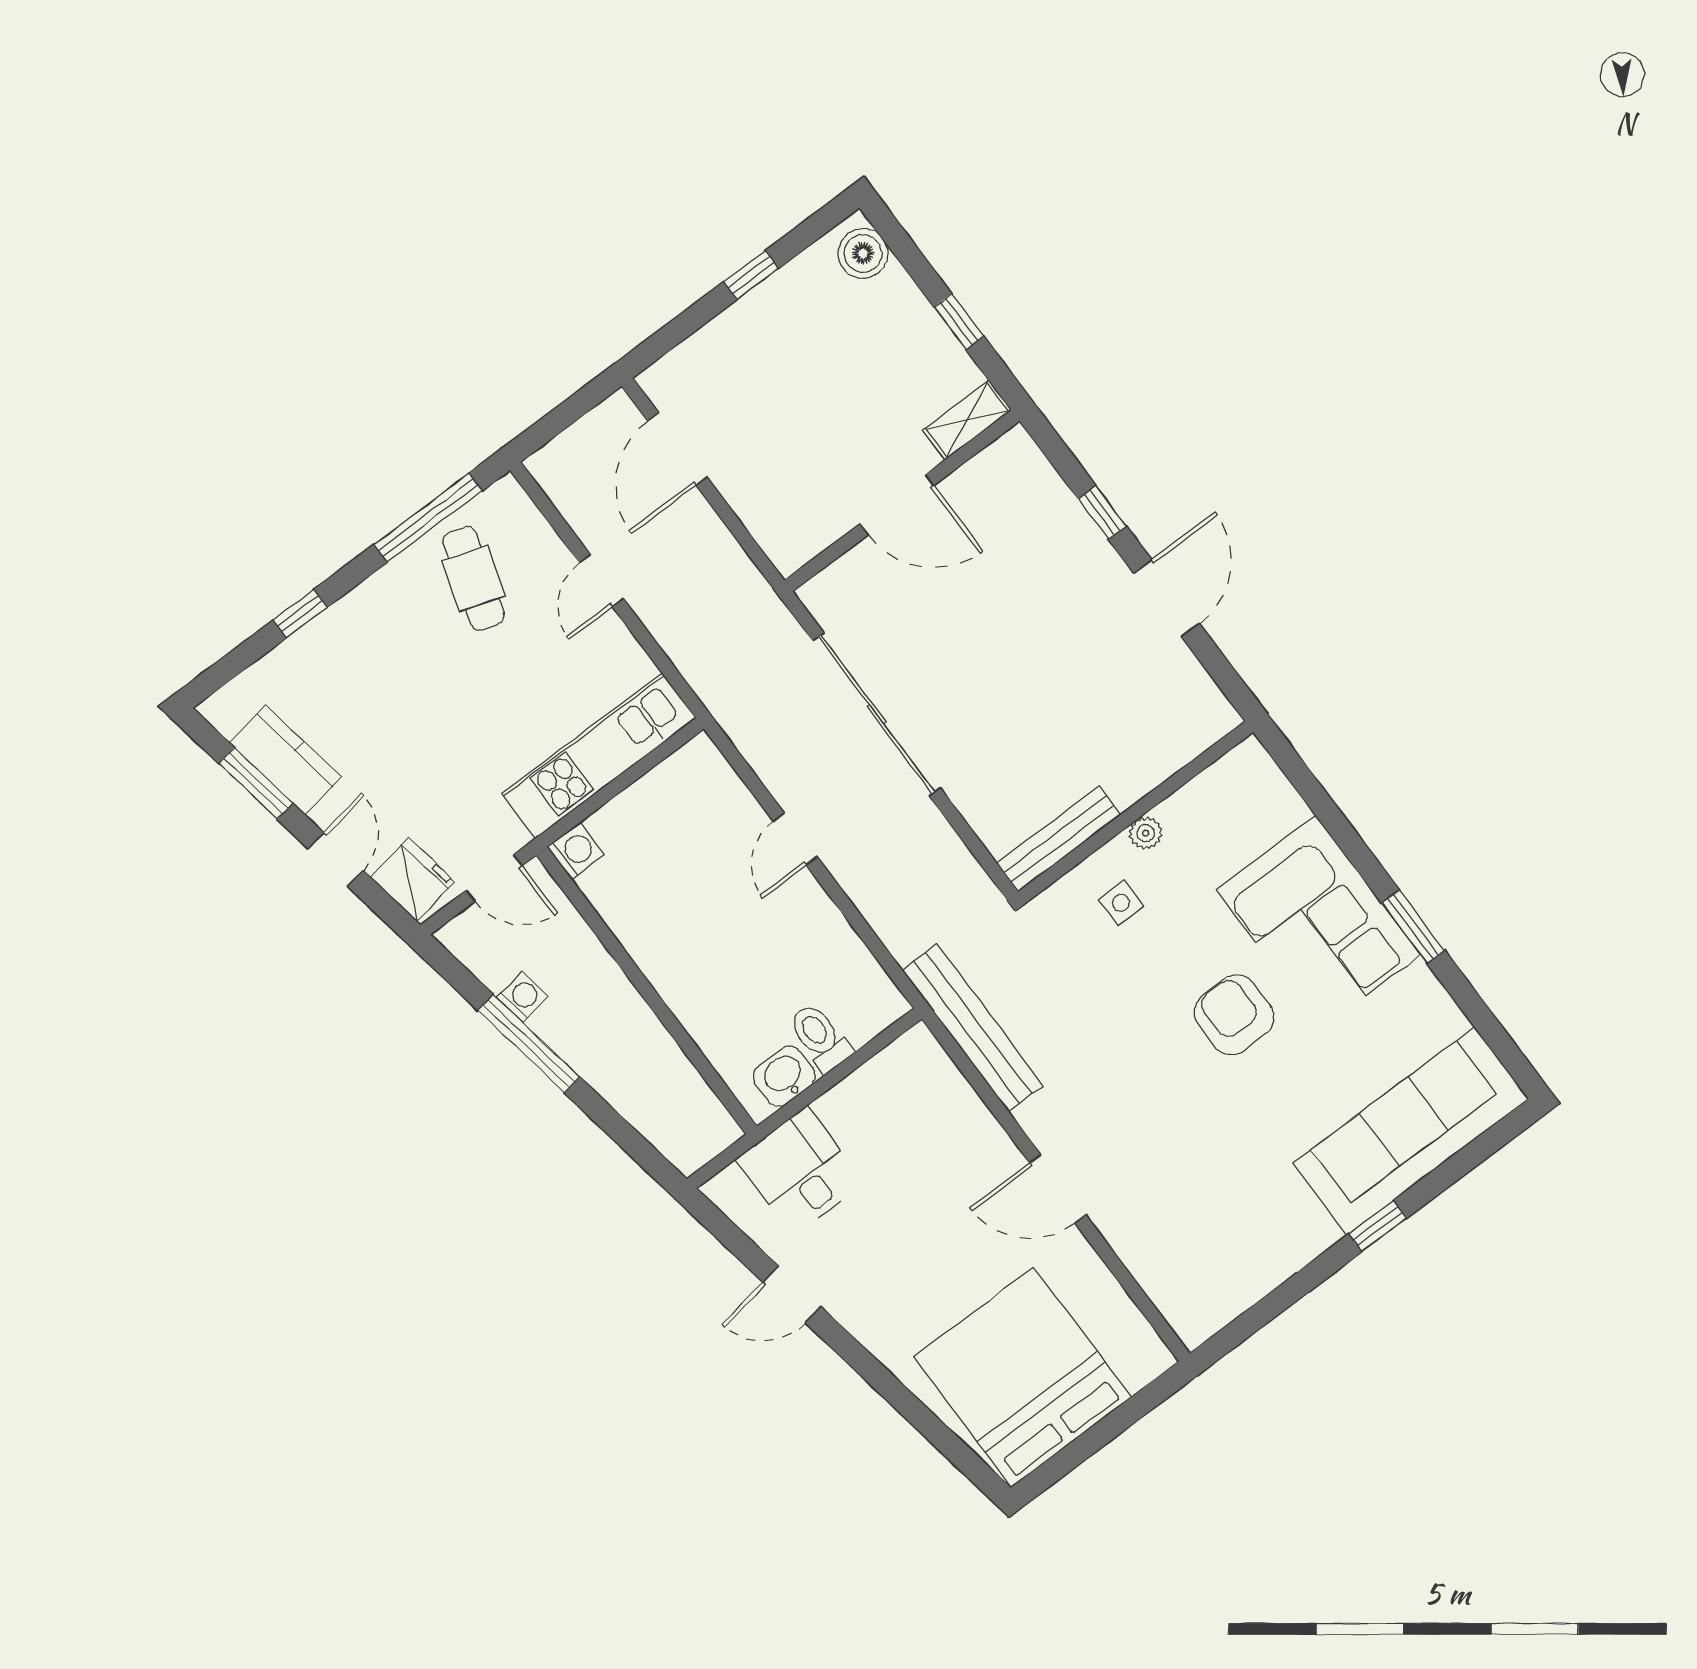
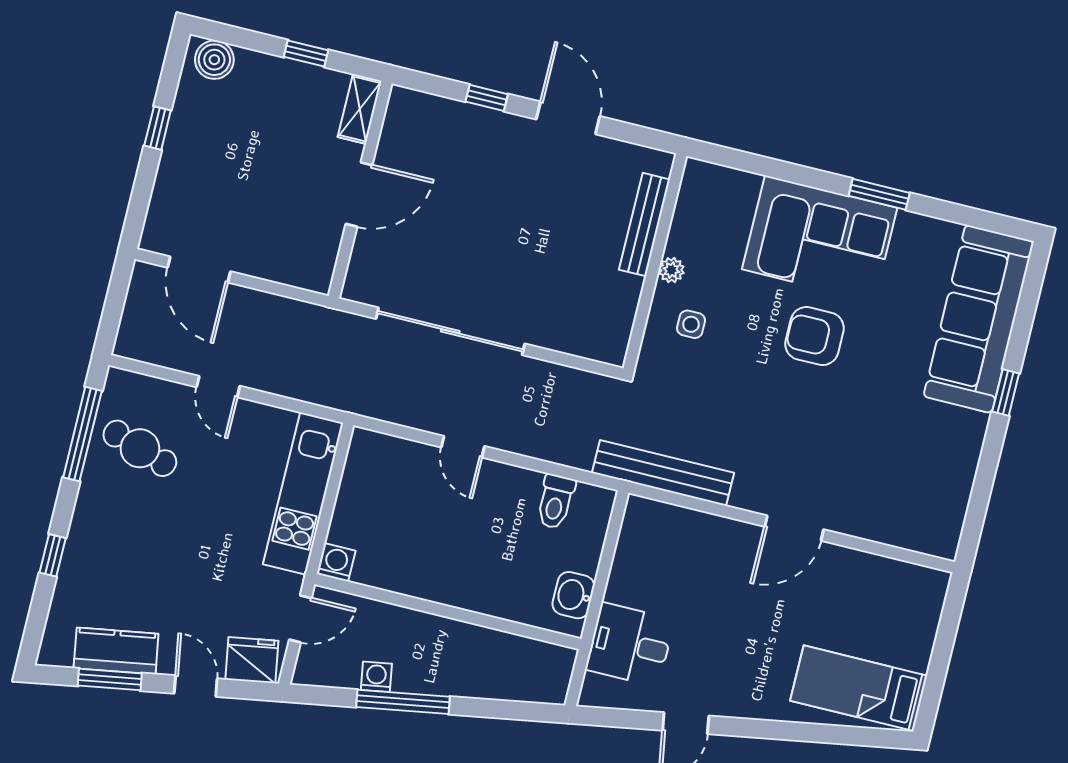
bench: (1059, 839) -> (644, 225), moved
toilet: (820, 1037) -> (556, 502), moved, turned -90
bed: (1023, 1377) -> (859, 688), width x0.49

